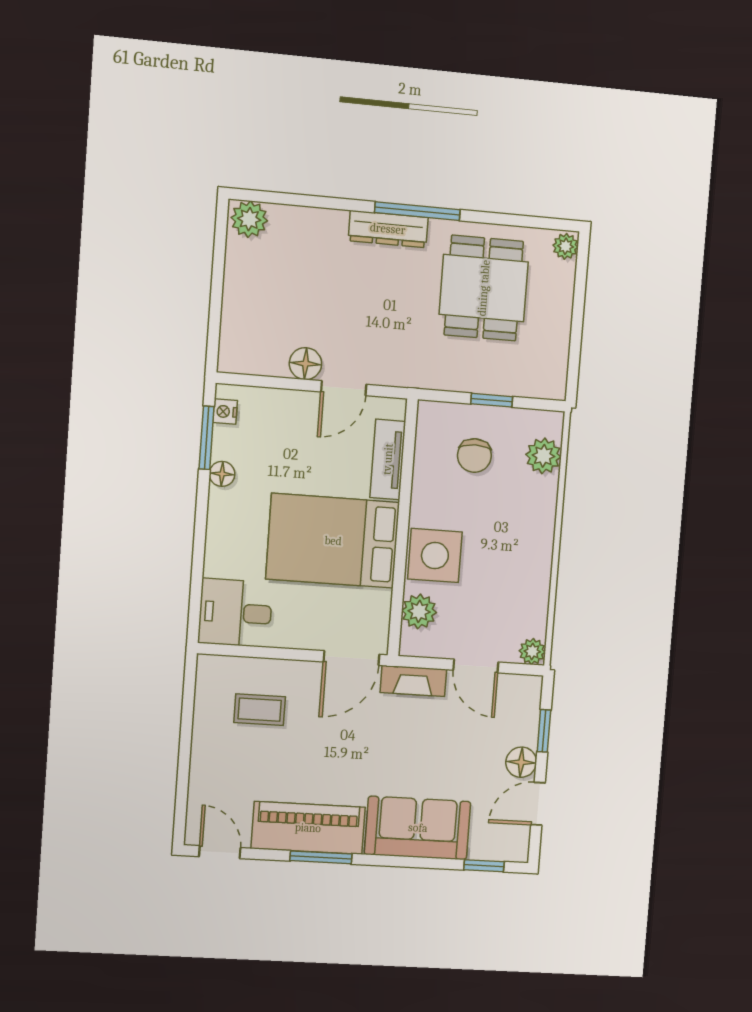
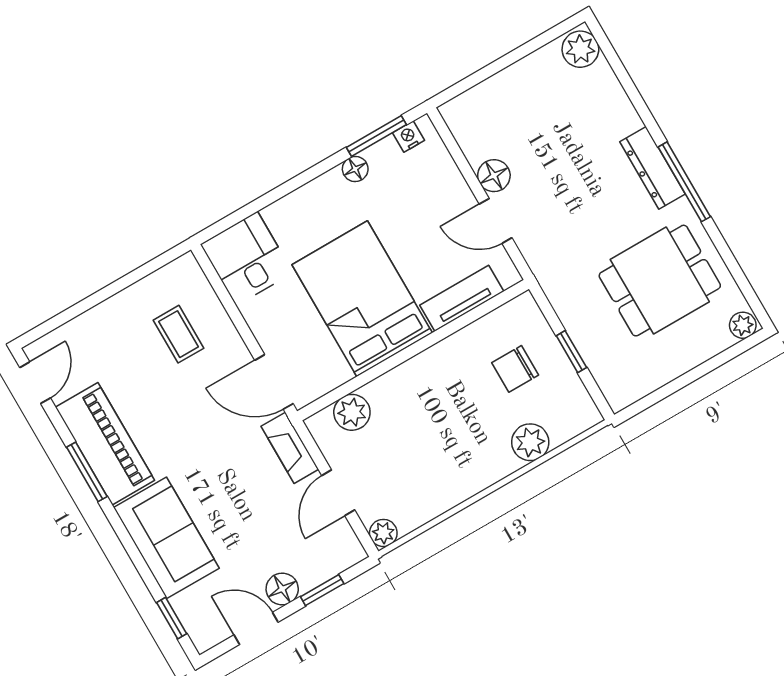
plant: (543, 456) -> (530, 442), moved
side table: (435, 556) -> (408, 393), removed

